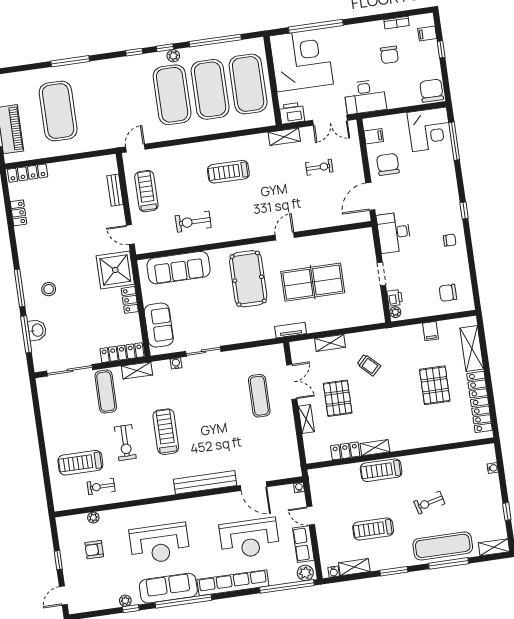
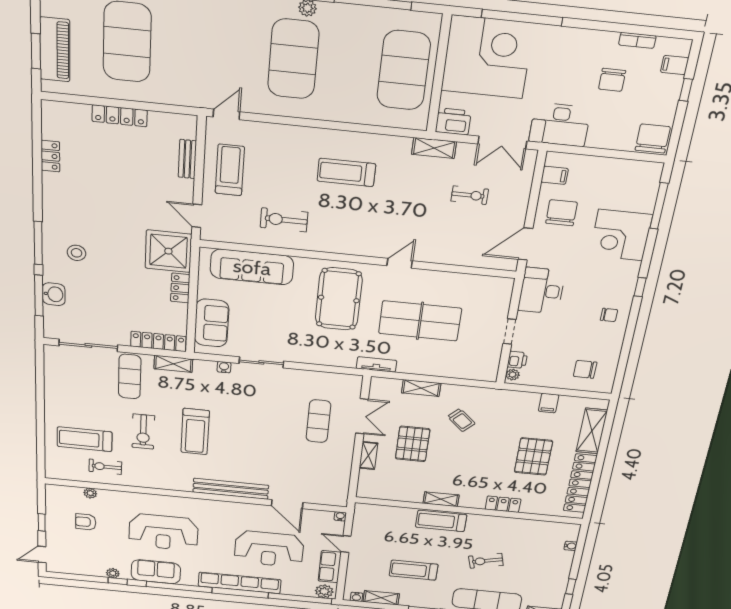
exercise mat: (210, 89) -> (348, 65), removed
corner desk: (429, 129) -> (621, 235), moved, turned 90
locker: (28, 173) -> (120, 116), moved
treadmill: (166, 432) -> (195, 432), turned 180
locker: (345, 451) -> (503, 504), moved
sofa: (168, 588) -> (156, 572), width x0.73

